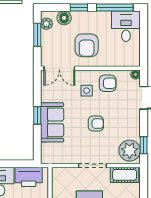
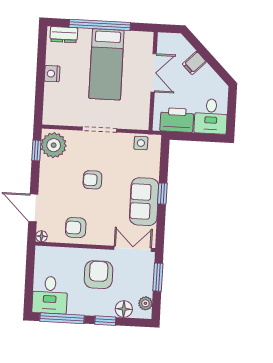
window: (37, 35) -> (158, 277), moved
side table: (87, 91) -> (141, 143), moved
sofa: (52, 122) -> (144, 202), moved
cot: (125, 175) -> (61, 116), removed

